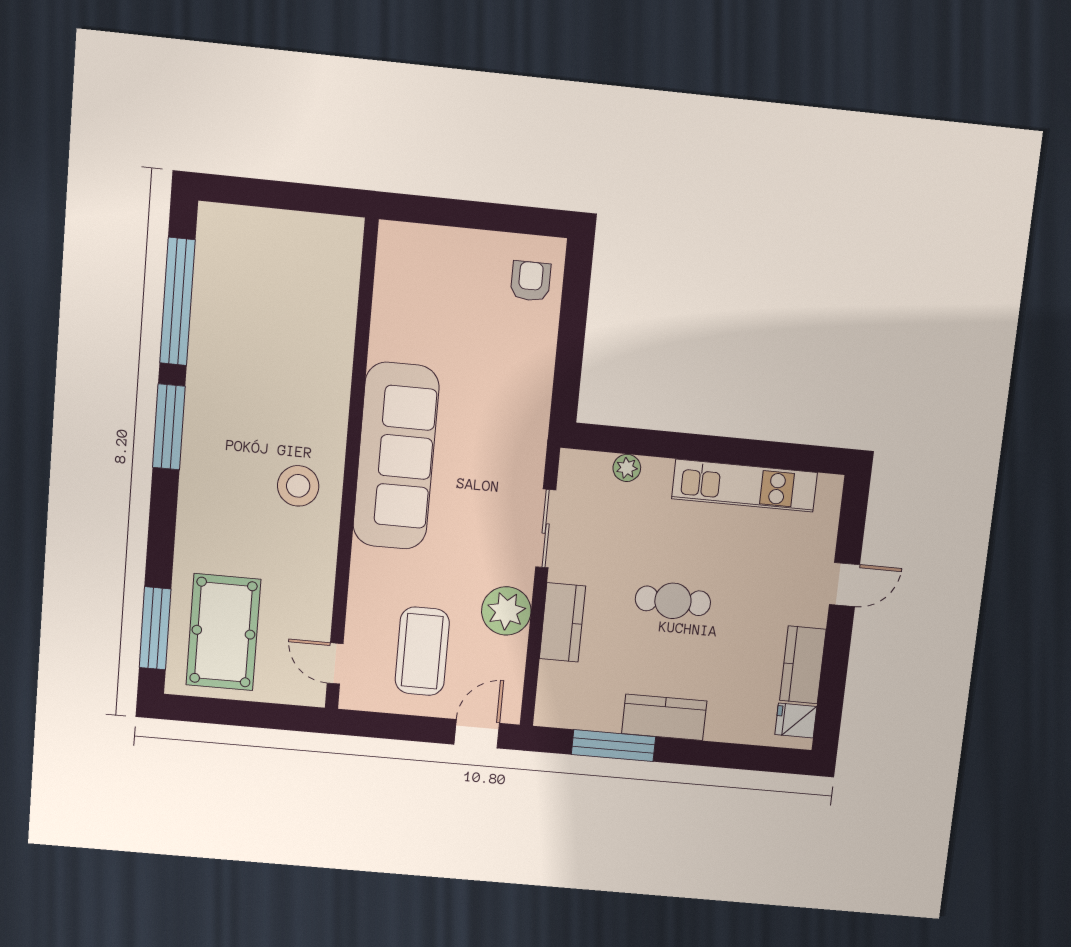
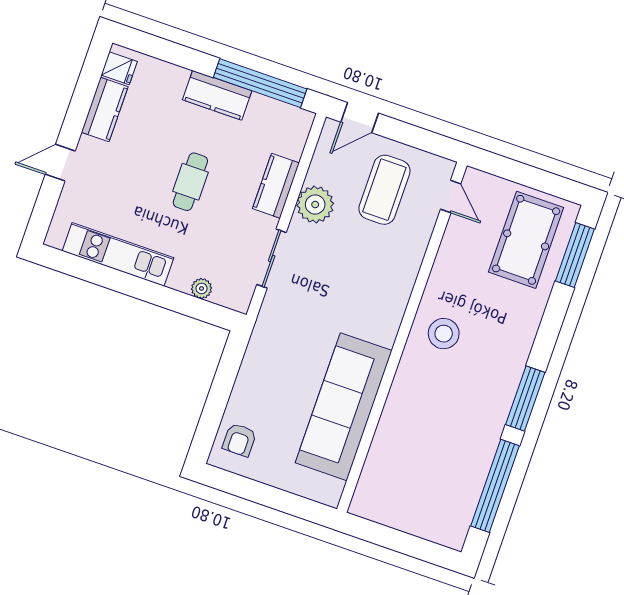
sofa: (396, 456) -> (344, 407), moved
cafe table: (673, 601) -> (190, 182), turned 90
window: (614, 746) -> (260, 83), width x1.46

